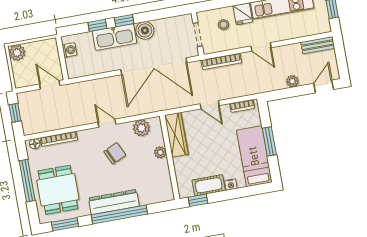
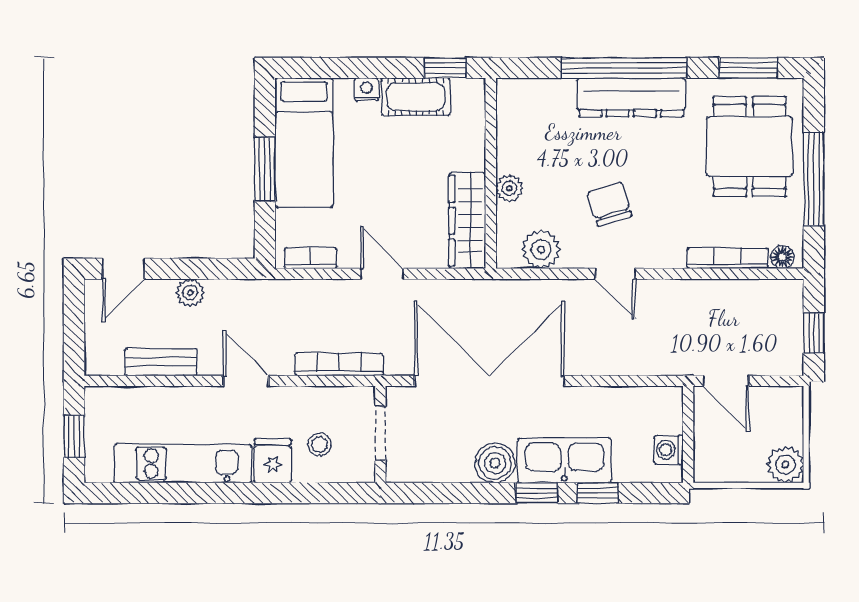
bench: (318, 45) -> (161, 362), moved
chair: (115, 153) -> (610, 204), turned 98

